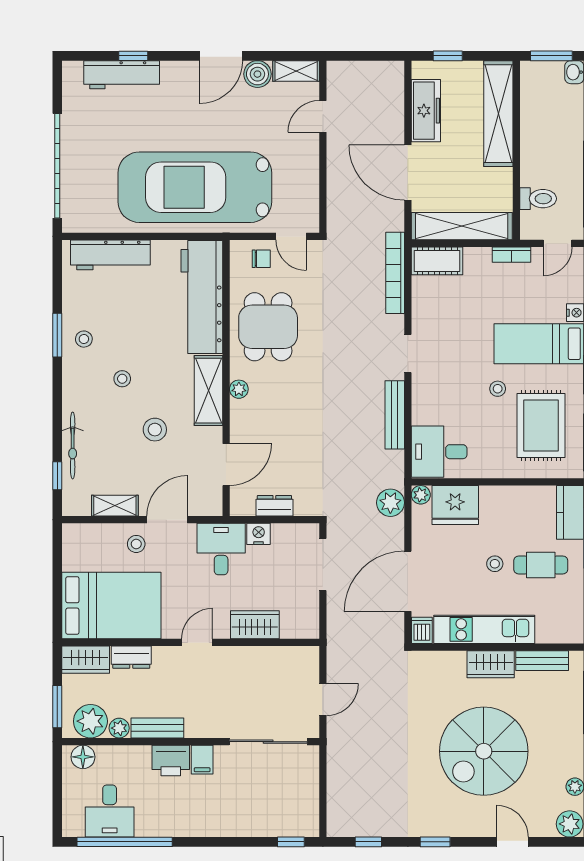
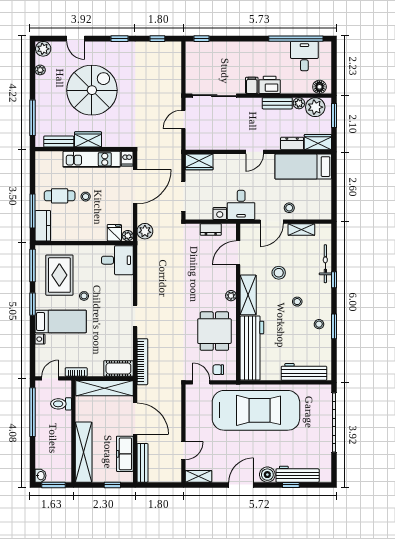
boiler: (257, 74) -> (267, 475), moved
bench: (395, 415) -> (142, 463), moved
window: (57, 476) -> (334, 280), moved
fridge: (455, 505) -> (114, 233), width x0.53, depth x0.75
bed: (111, 605) -> (303, 167), width x0.67
wardrobe: (255, 625) -> (199, 162), moved

